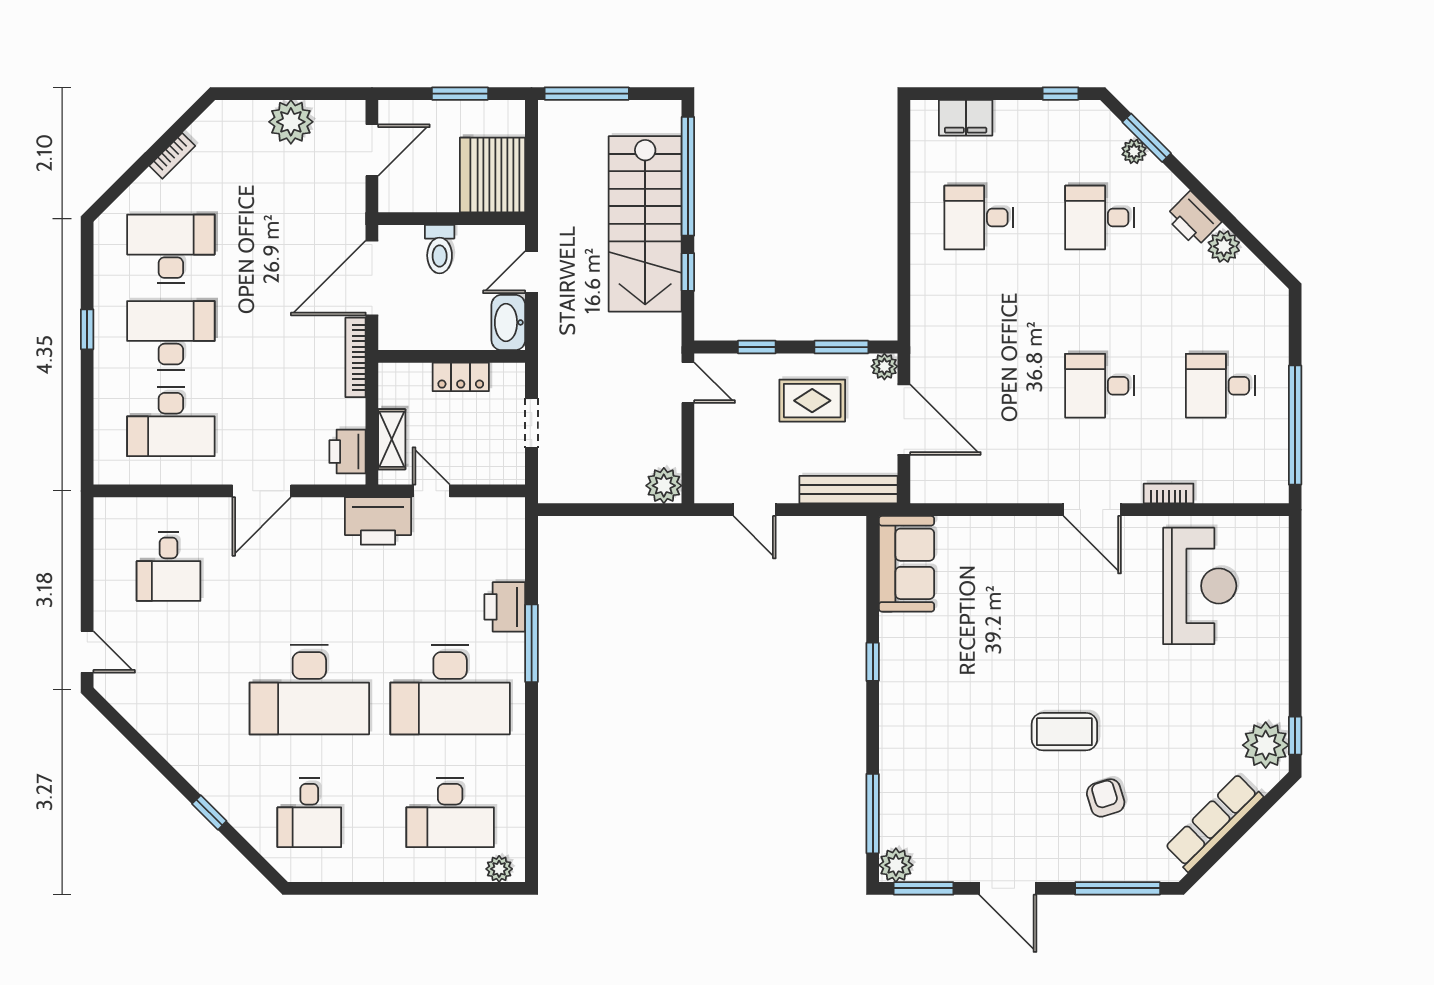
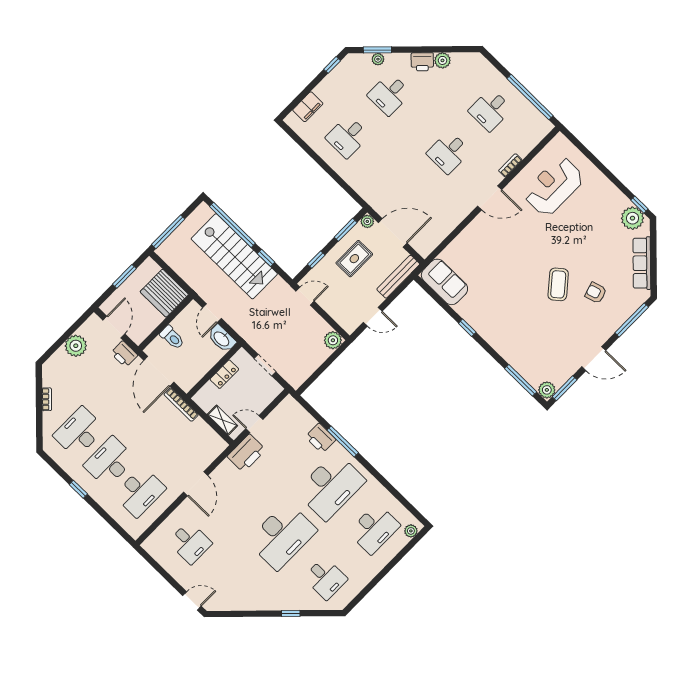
printer: (347, 452) -> (124, 354), moved
reception desk: (1200, 586) -> (554, 186), turned -90
coffee table: (1064, 732) -> (558, 284), turned -40

